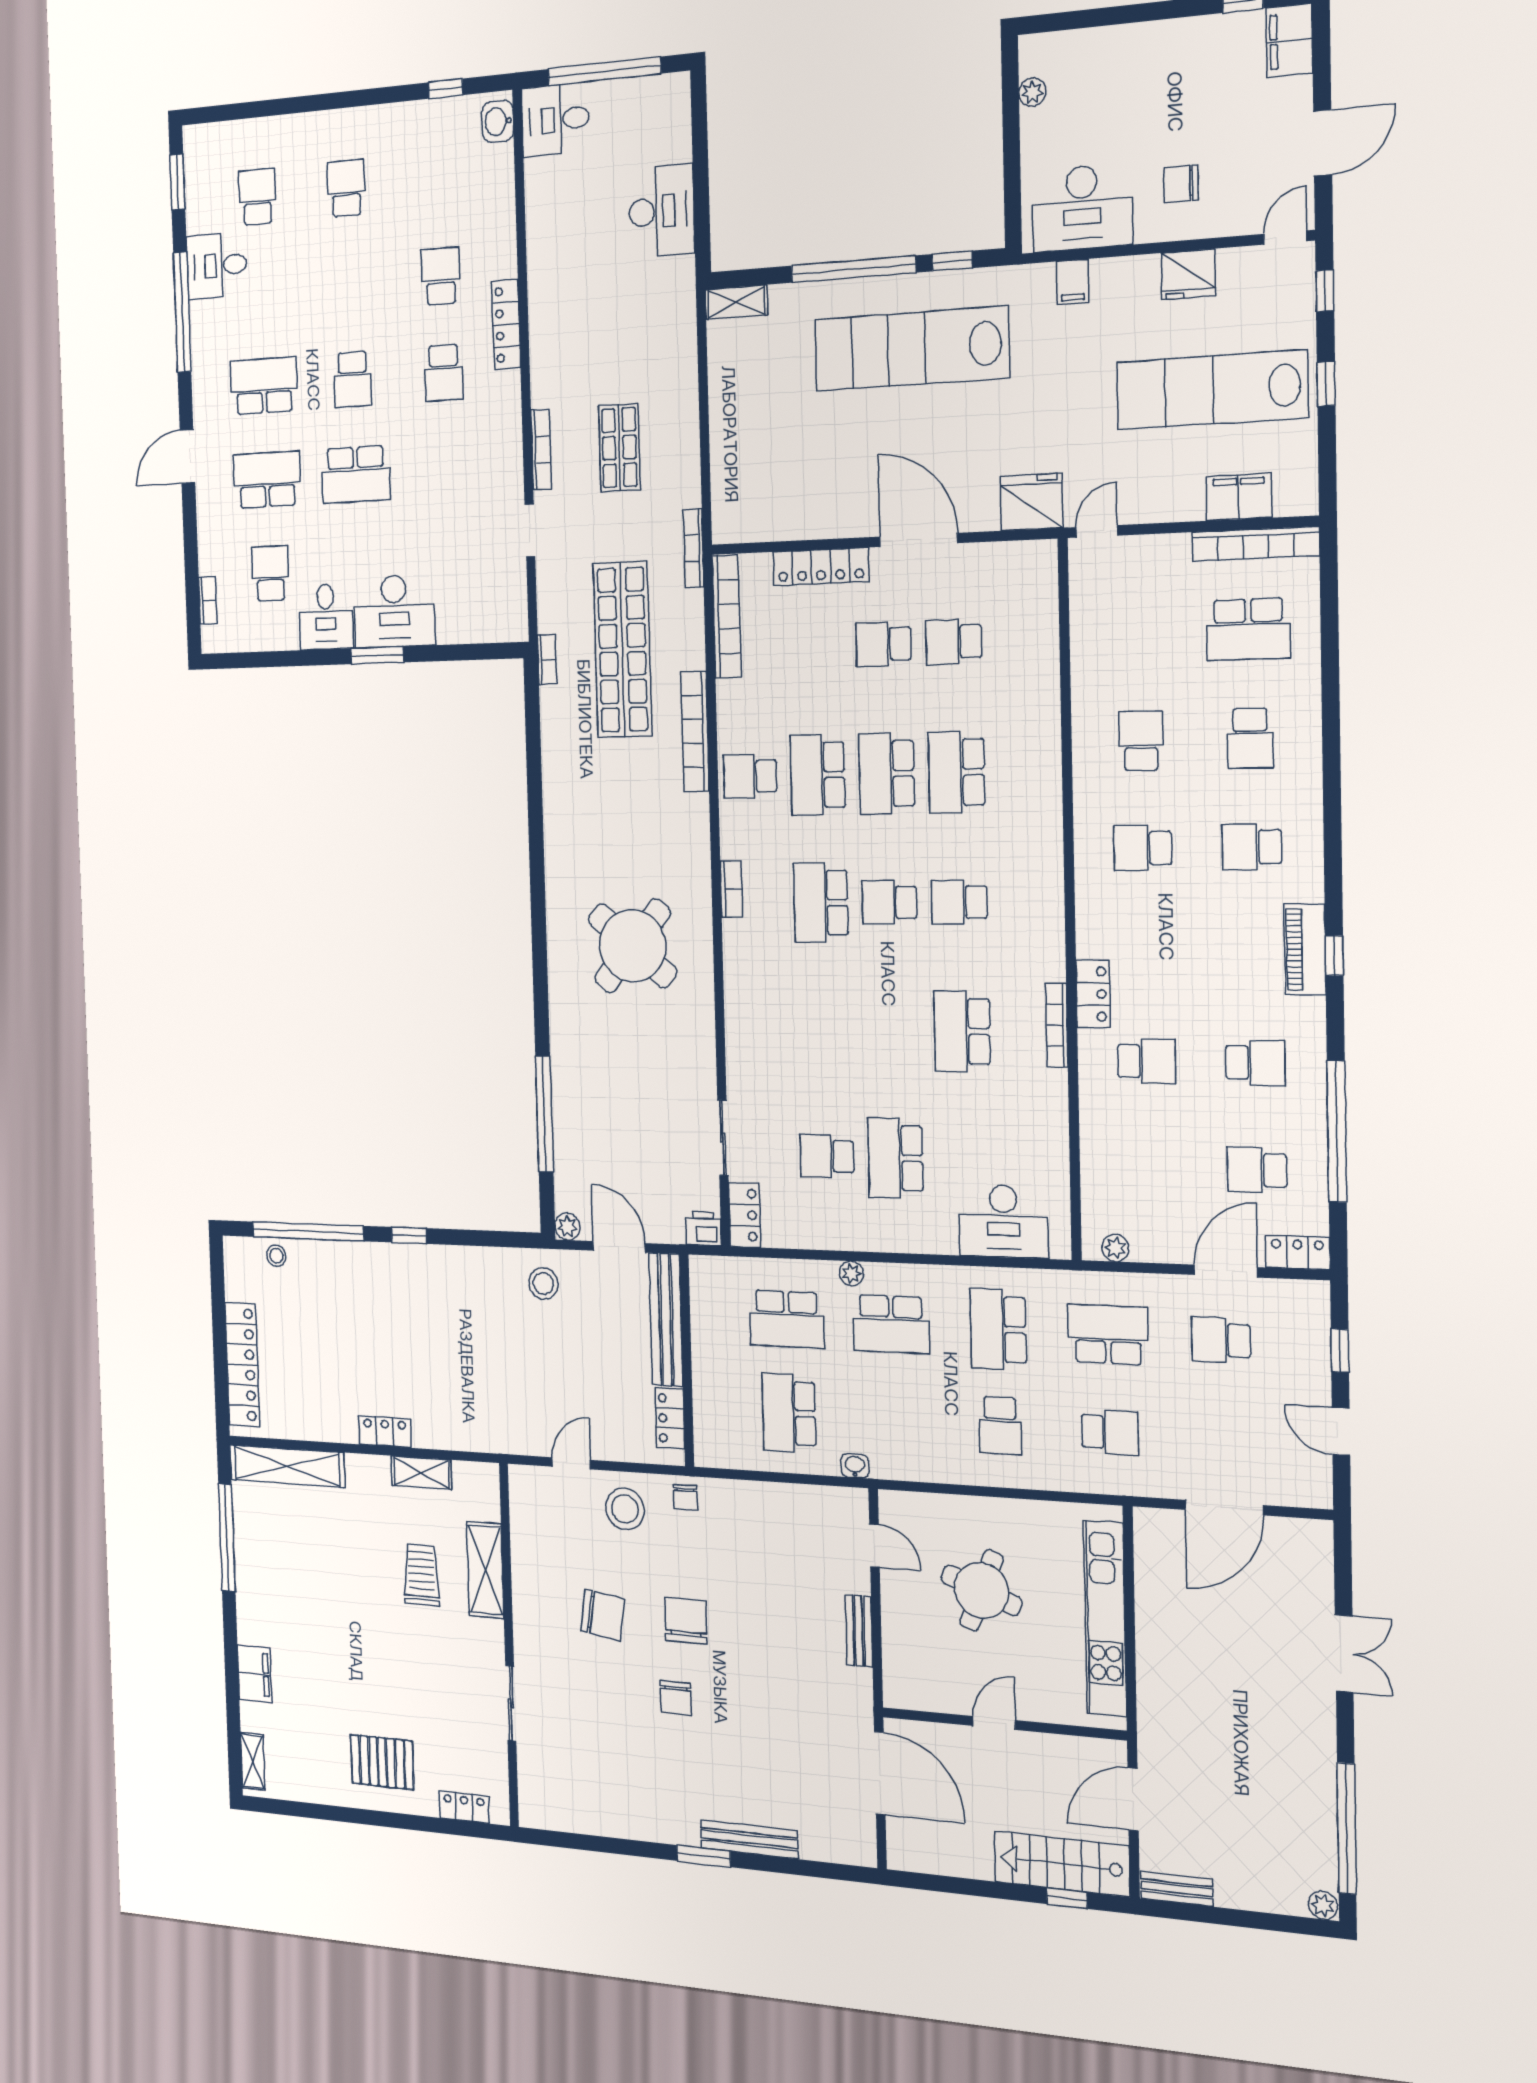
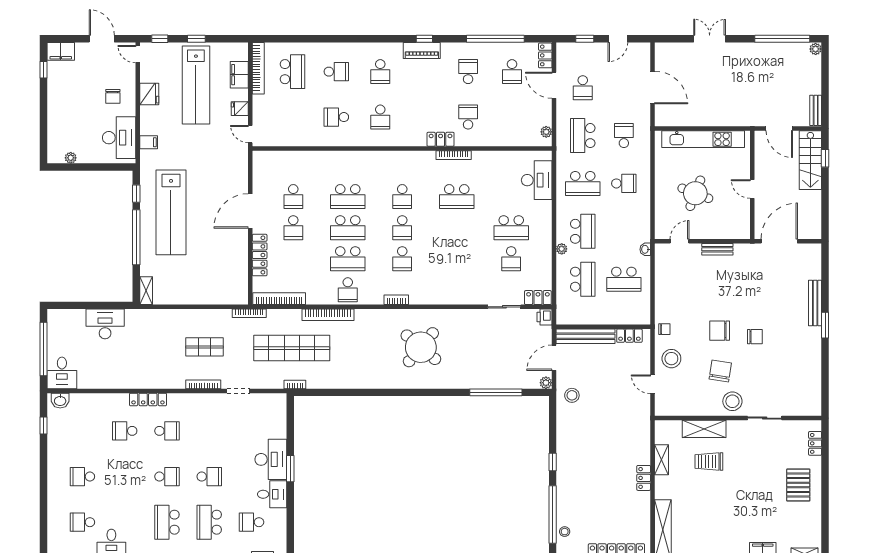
school desk: (356, 474) -> (209, 477), width x0.54
fridge: (1031, 502) -> (240, 109), moved, width x0.53, depth x0.75
school desk: (821, 903) -> (402, 259), width x0.54
stool: (542, 1636) -> (732, 401), added

